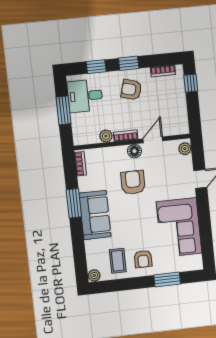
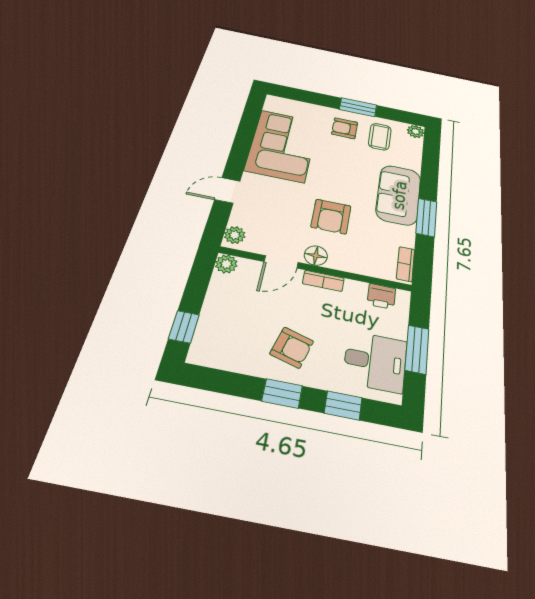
bookcase: (163, 71) -> (225, 362), removed
plant: (106, 136) -> (226, 264), moved
printer: (90, 137) -> (381, 296), added
armchair: (143, 259) -> (345, 128), turned -90
window: (167, 279) -> (358, 107), moved

